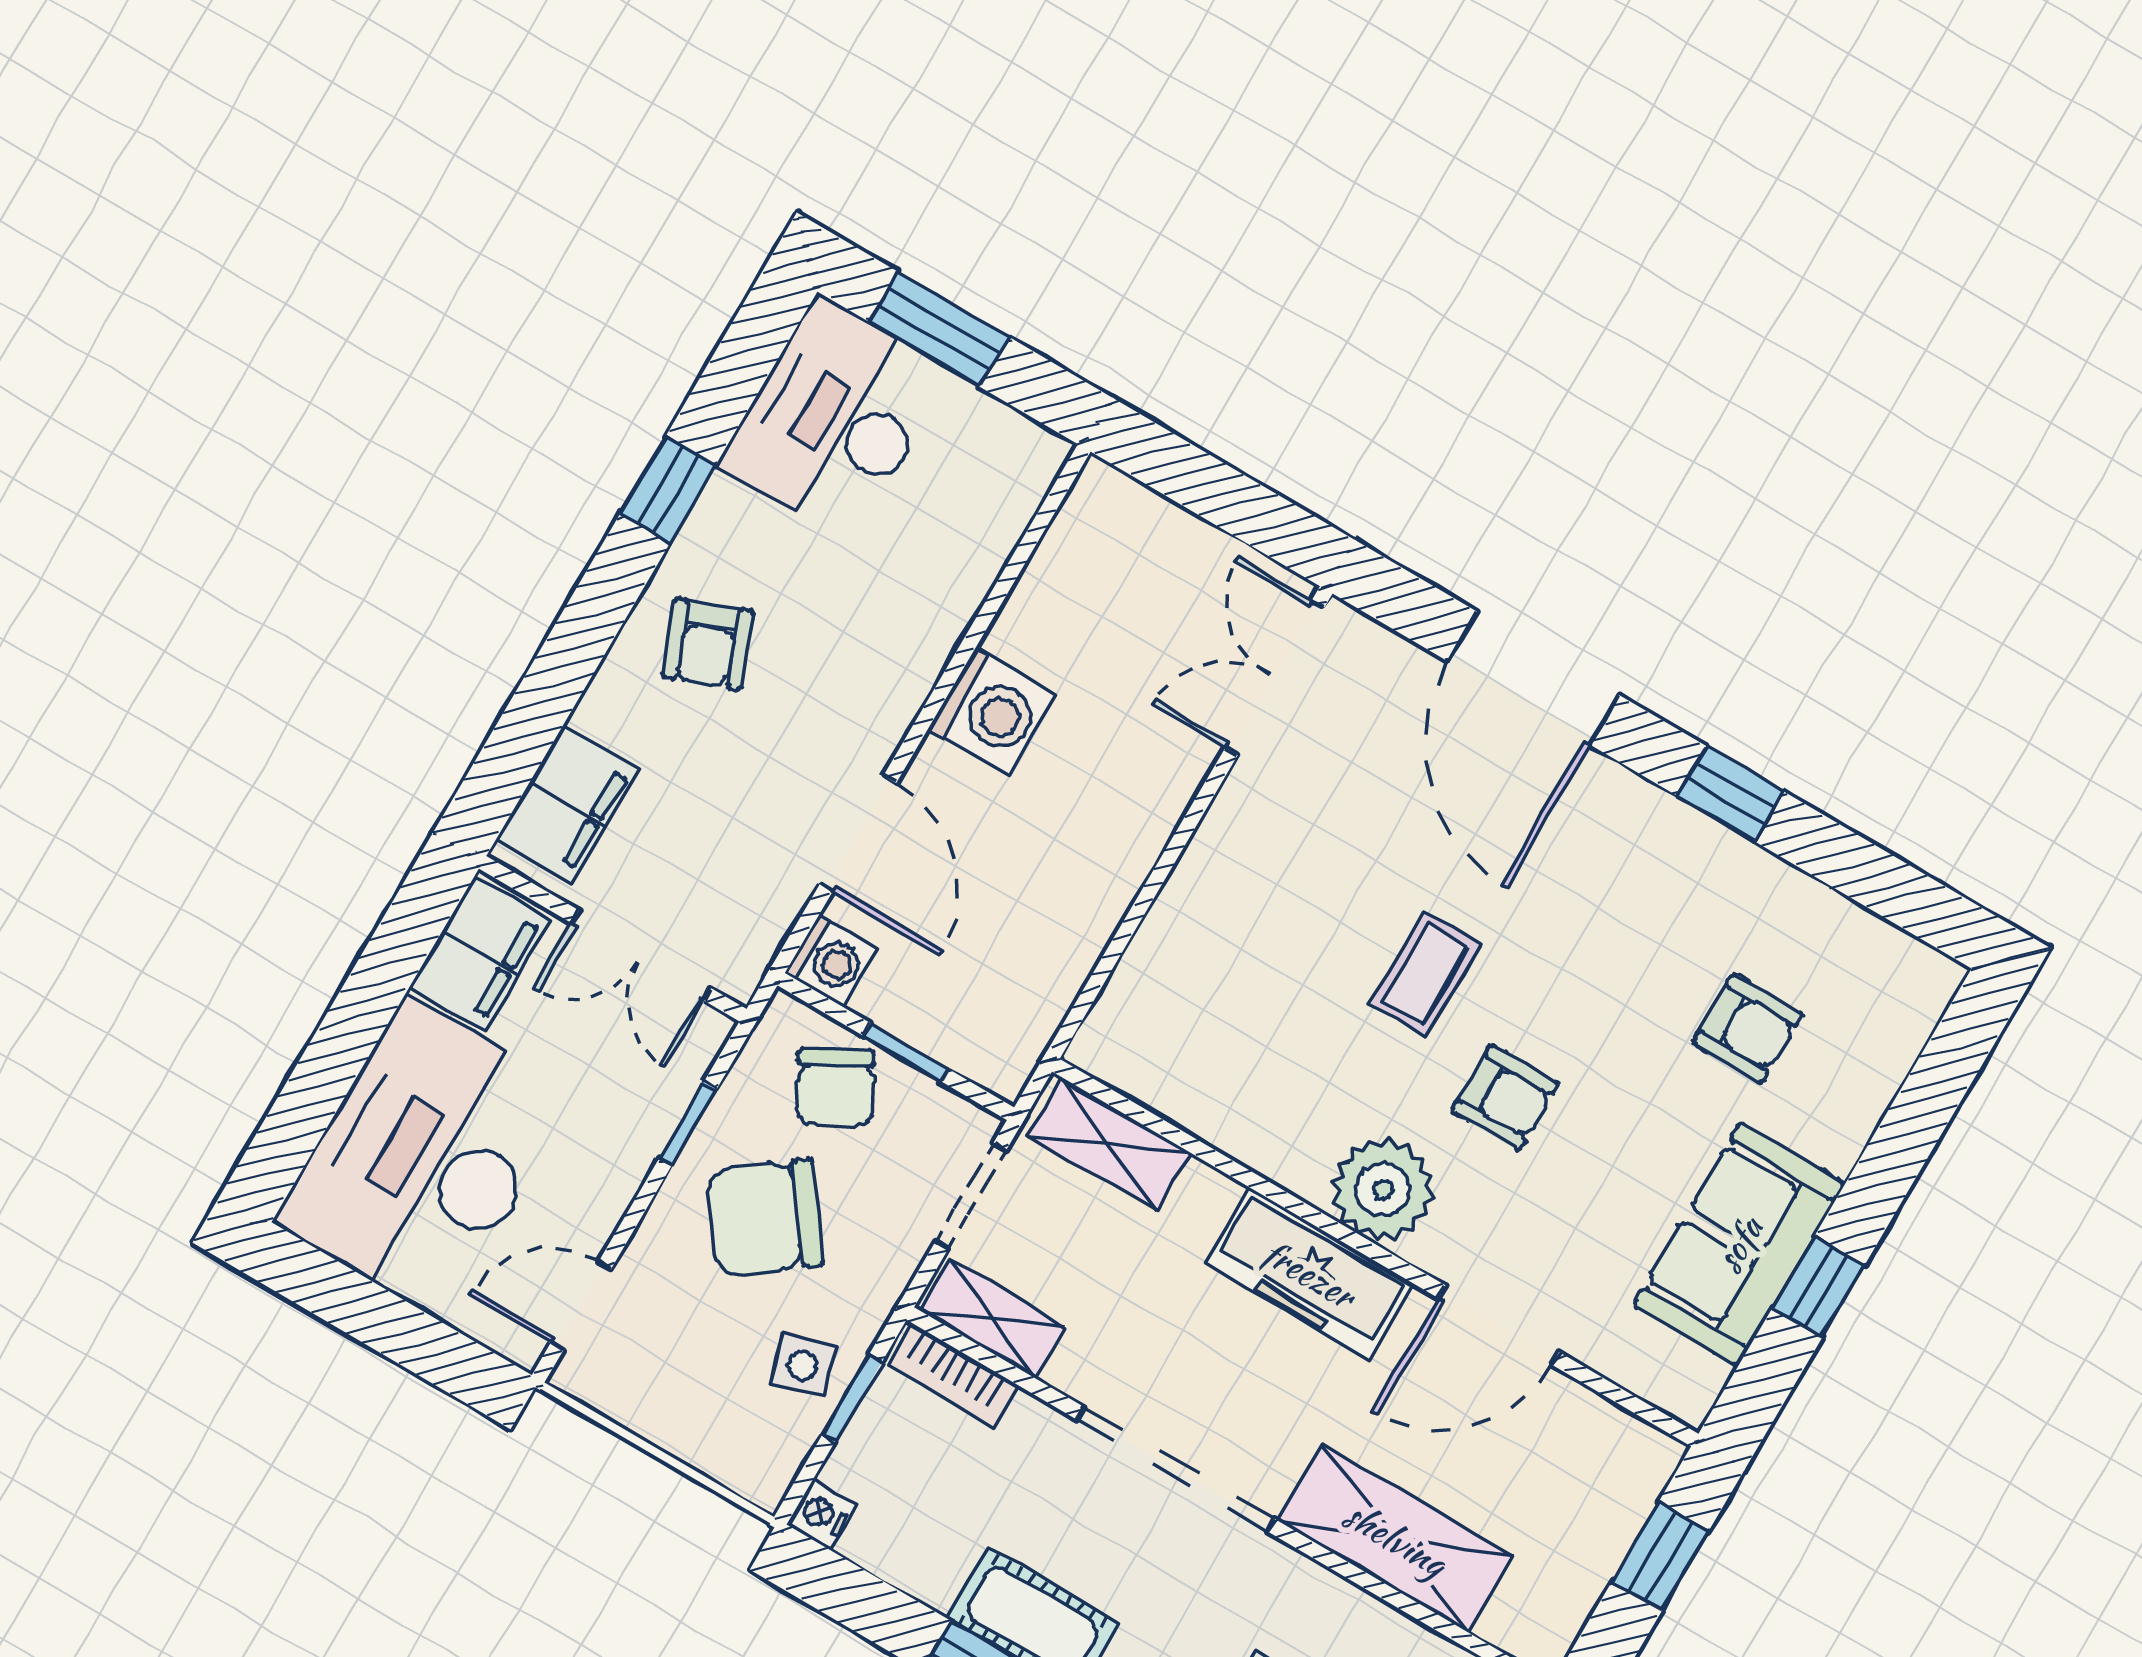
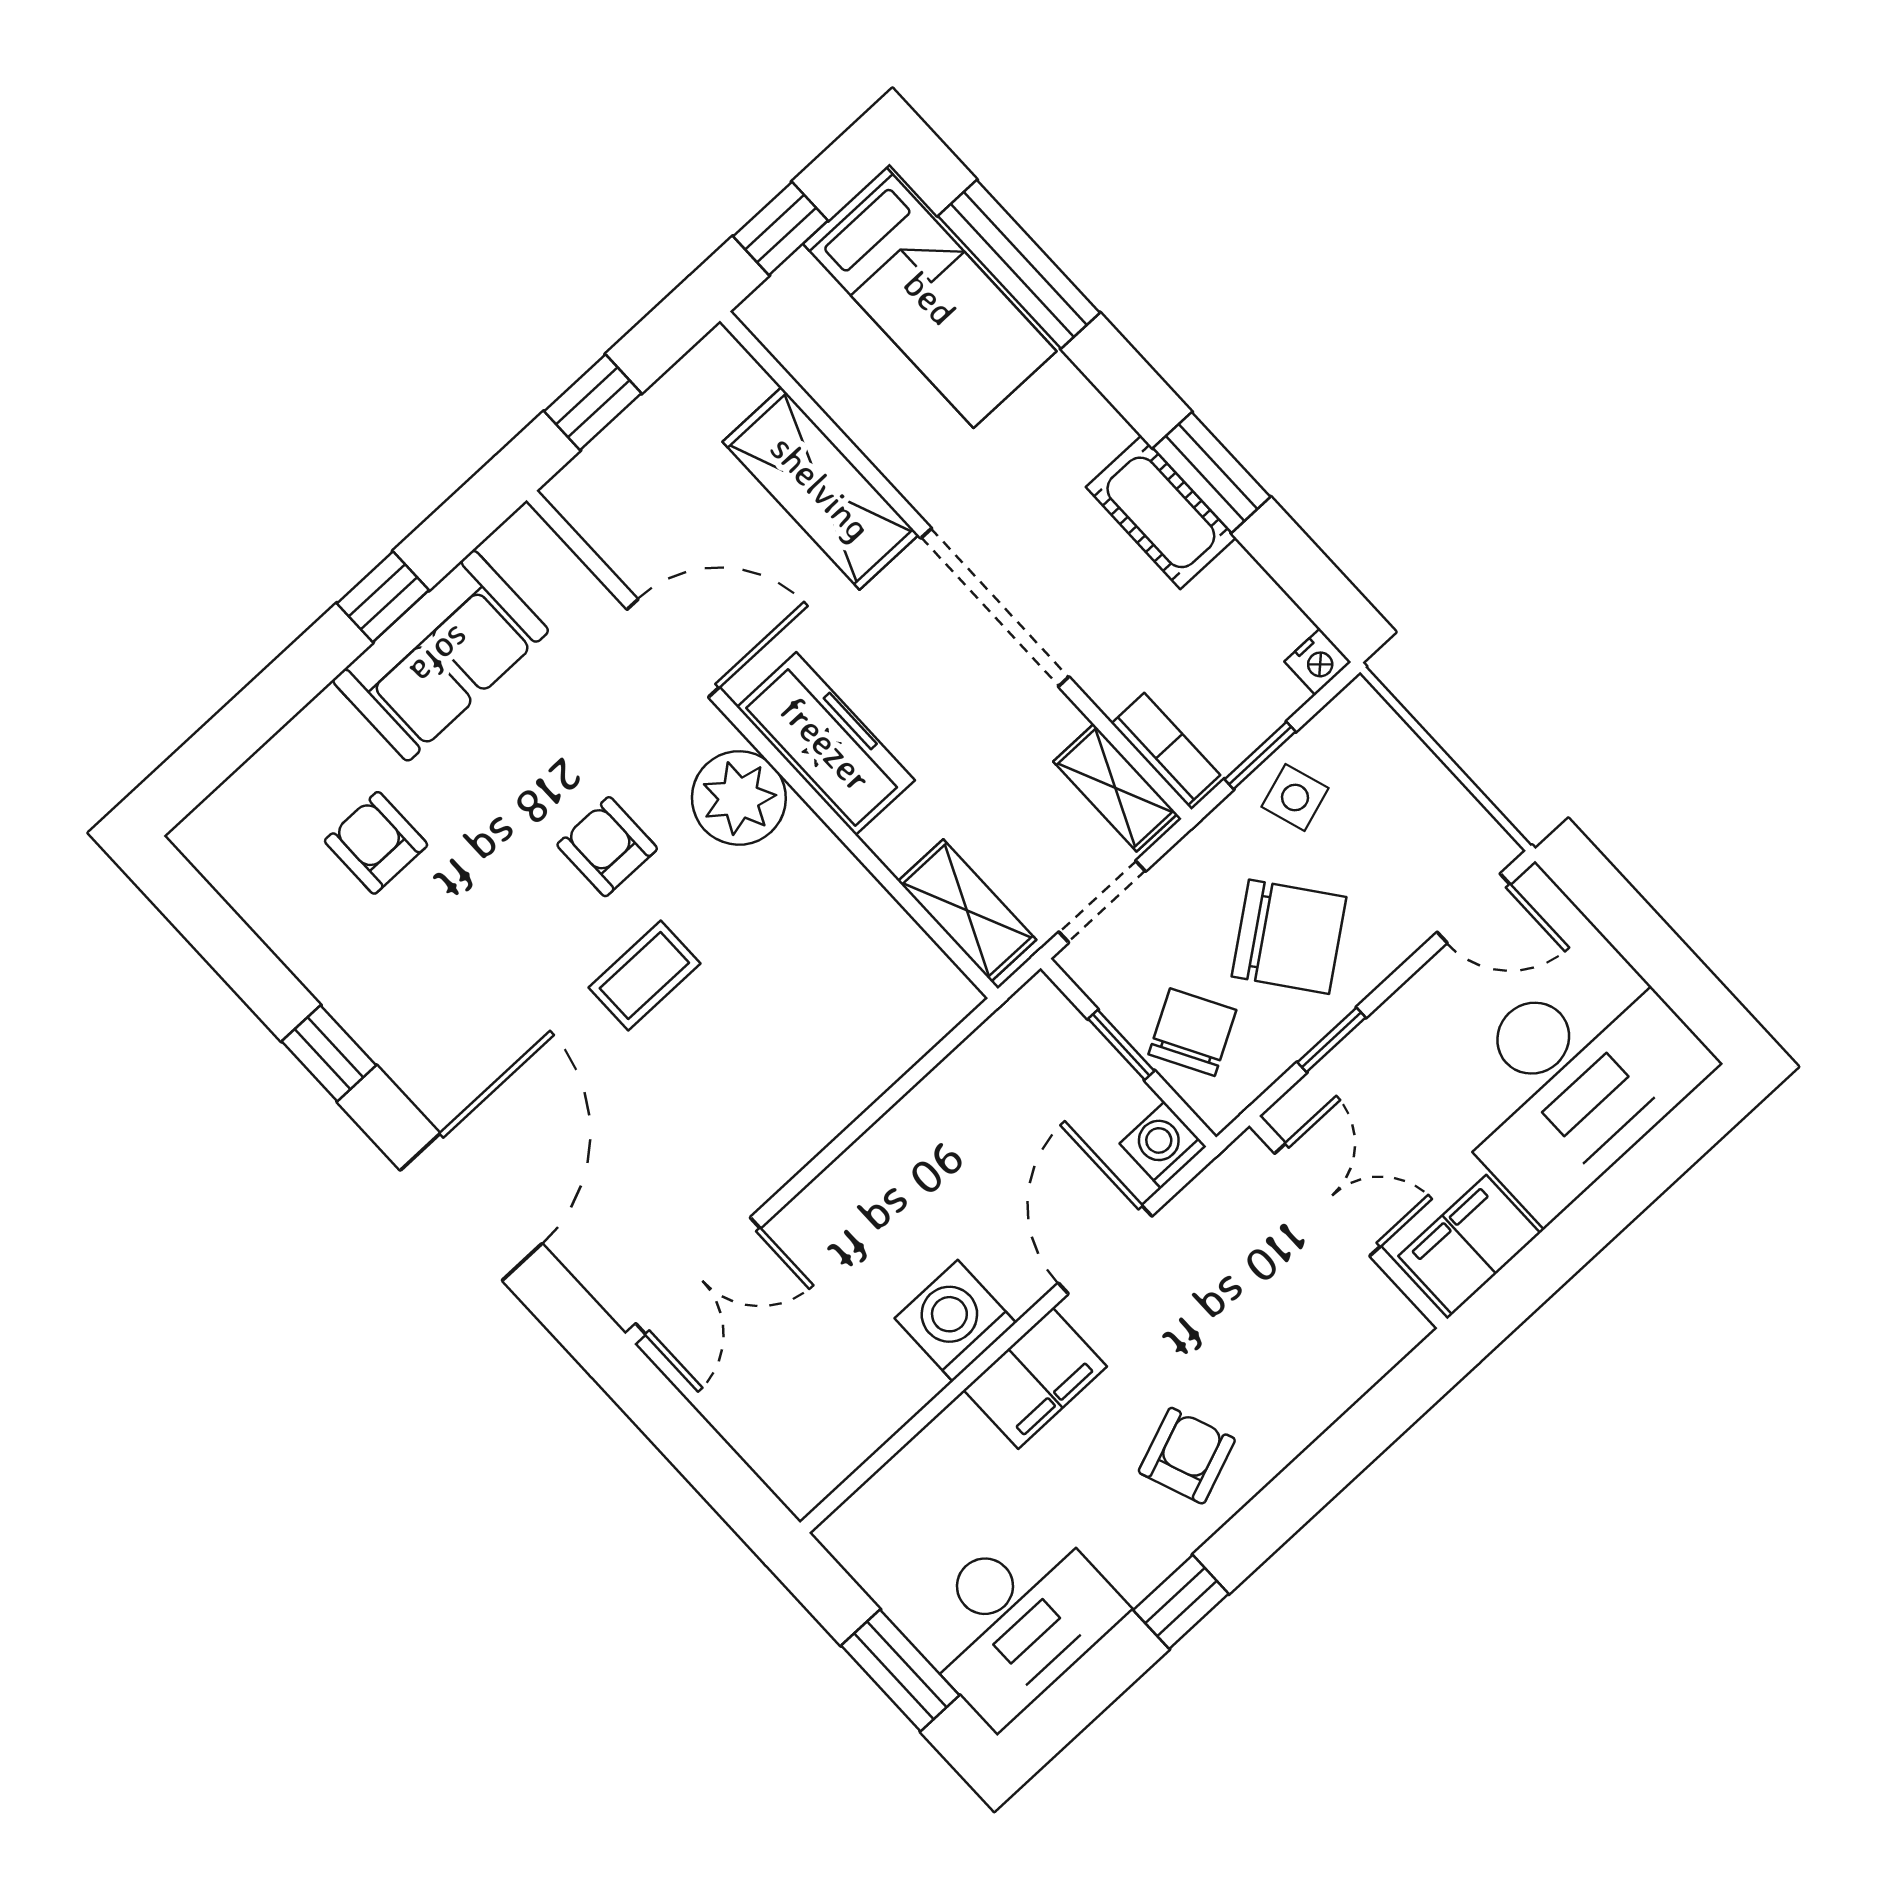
filing cabinet: (568, 804) -> (1035, 1378), moved, turned 180

